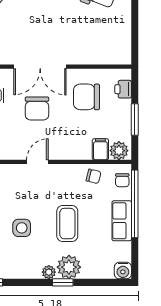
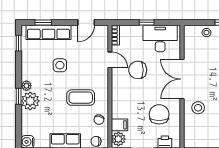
stool: (78, 45) -> (198, 108), added
chair: (37, 108) -> (138, 70), moved
door: (37, 162) -> (110, 60), moved
coffee table: (67, 224) -> (81, 98), moved

